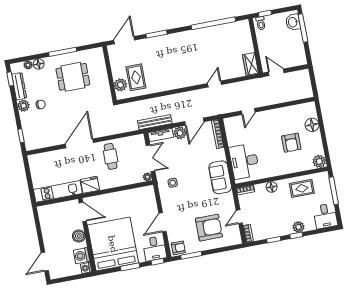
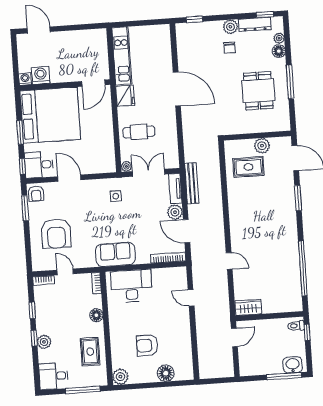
plant: (120, 85) -> (262, 146), moved
cafe table: (111, 156) -> (139, 132), moved
double door: (150, 158) -> (149, 173), swing flipped
boiler: (79, 236) -> (65, 75), removed

